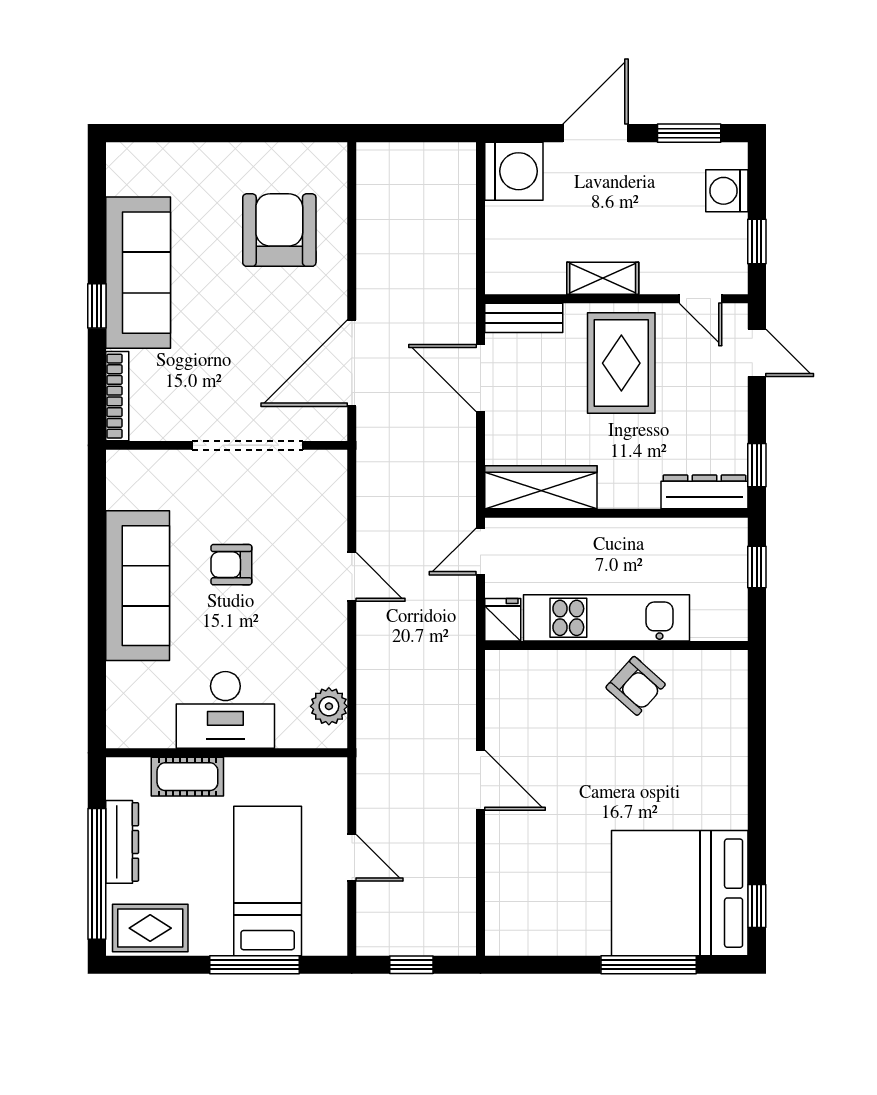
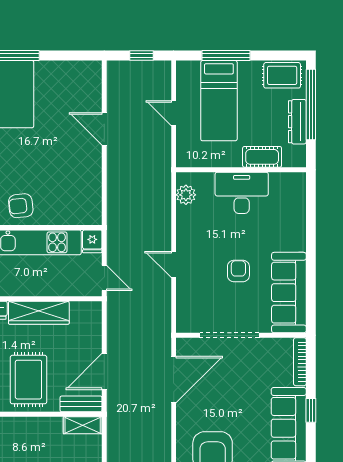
shelving: (603, 278) -> (83, 425), moved
door: (480, 378) -> (104, 371), swing flipped
wardrobe: (541, 487) -> (39, 313), moved
door: (480, 551) -> (104, 278), hinge flipped
armchair: (231, 565) -> (238, 271), turned -90
sofa: (138, 586) -> (289, 293), moved
armchair: (636, 686) -> (21, 206), turned -48
door: (480, 780) -> (104, 129), moved

